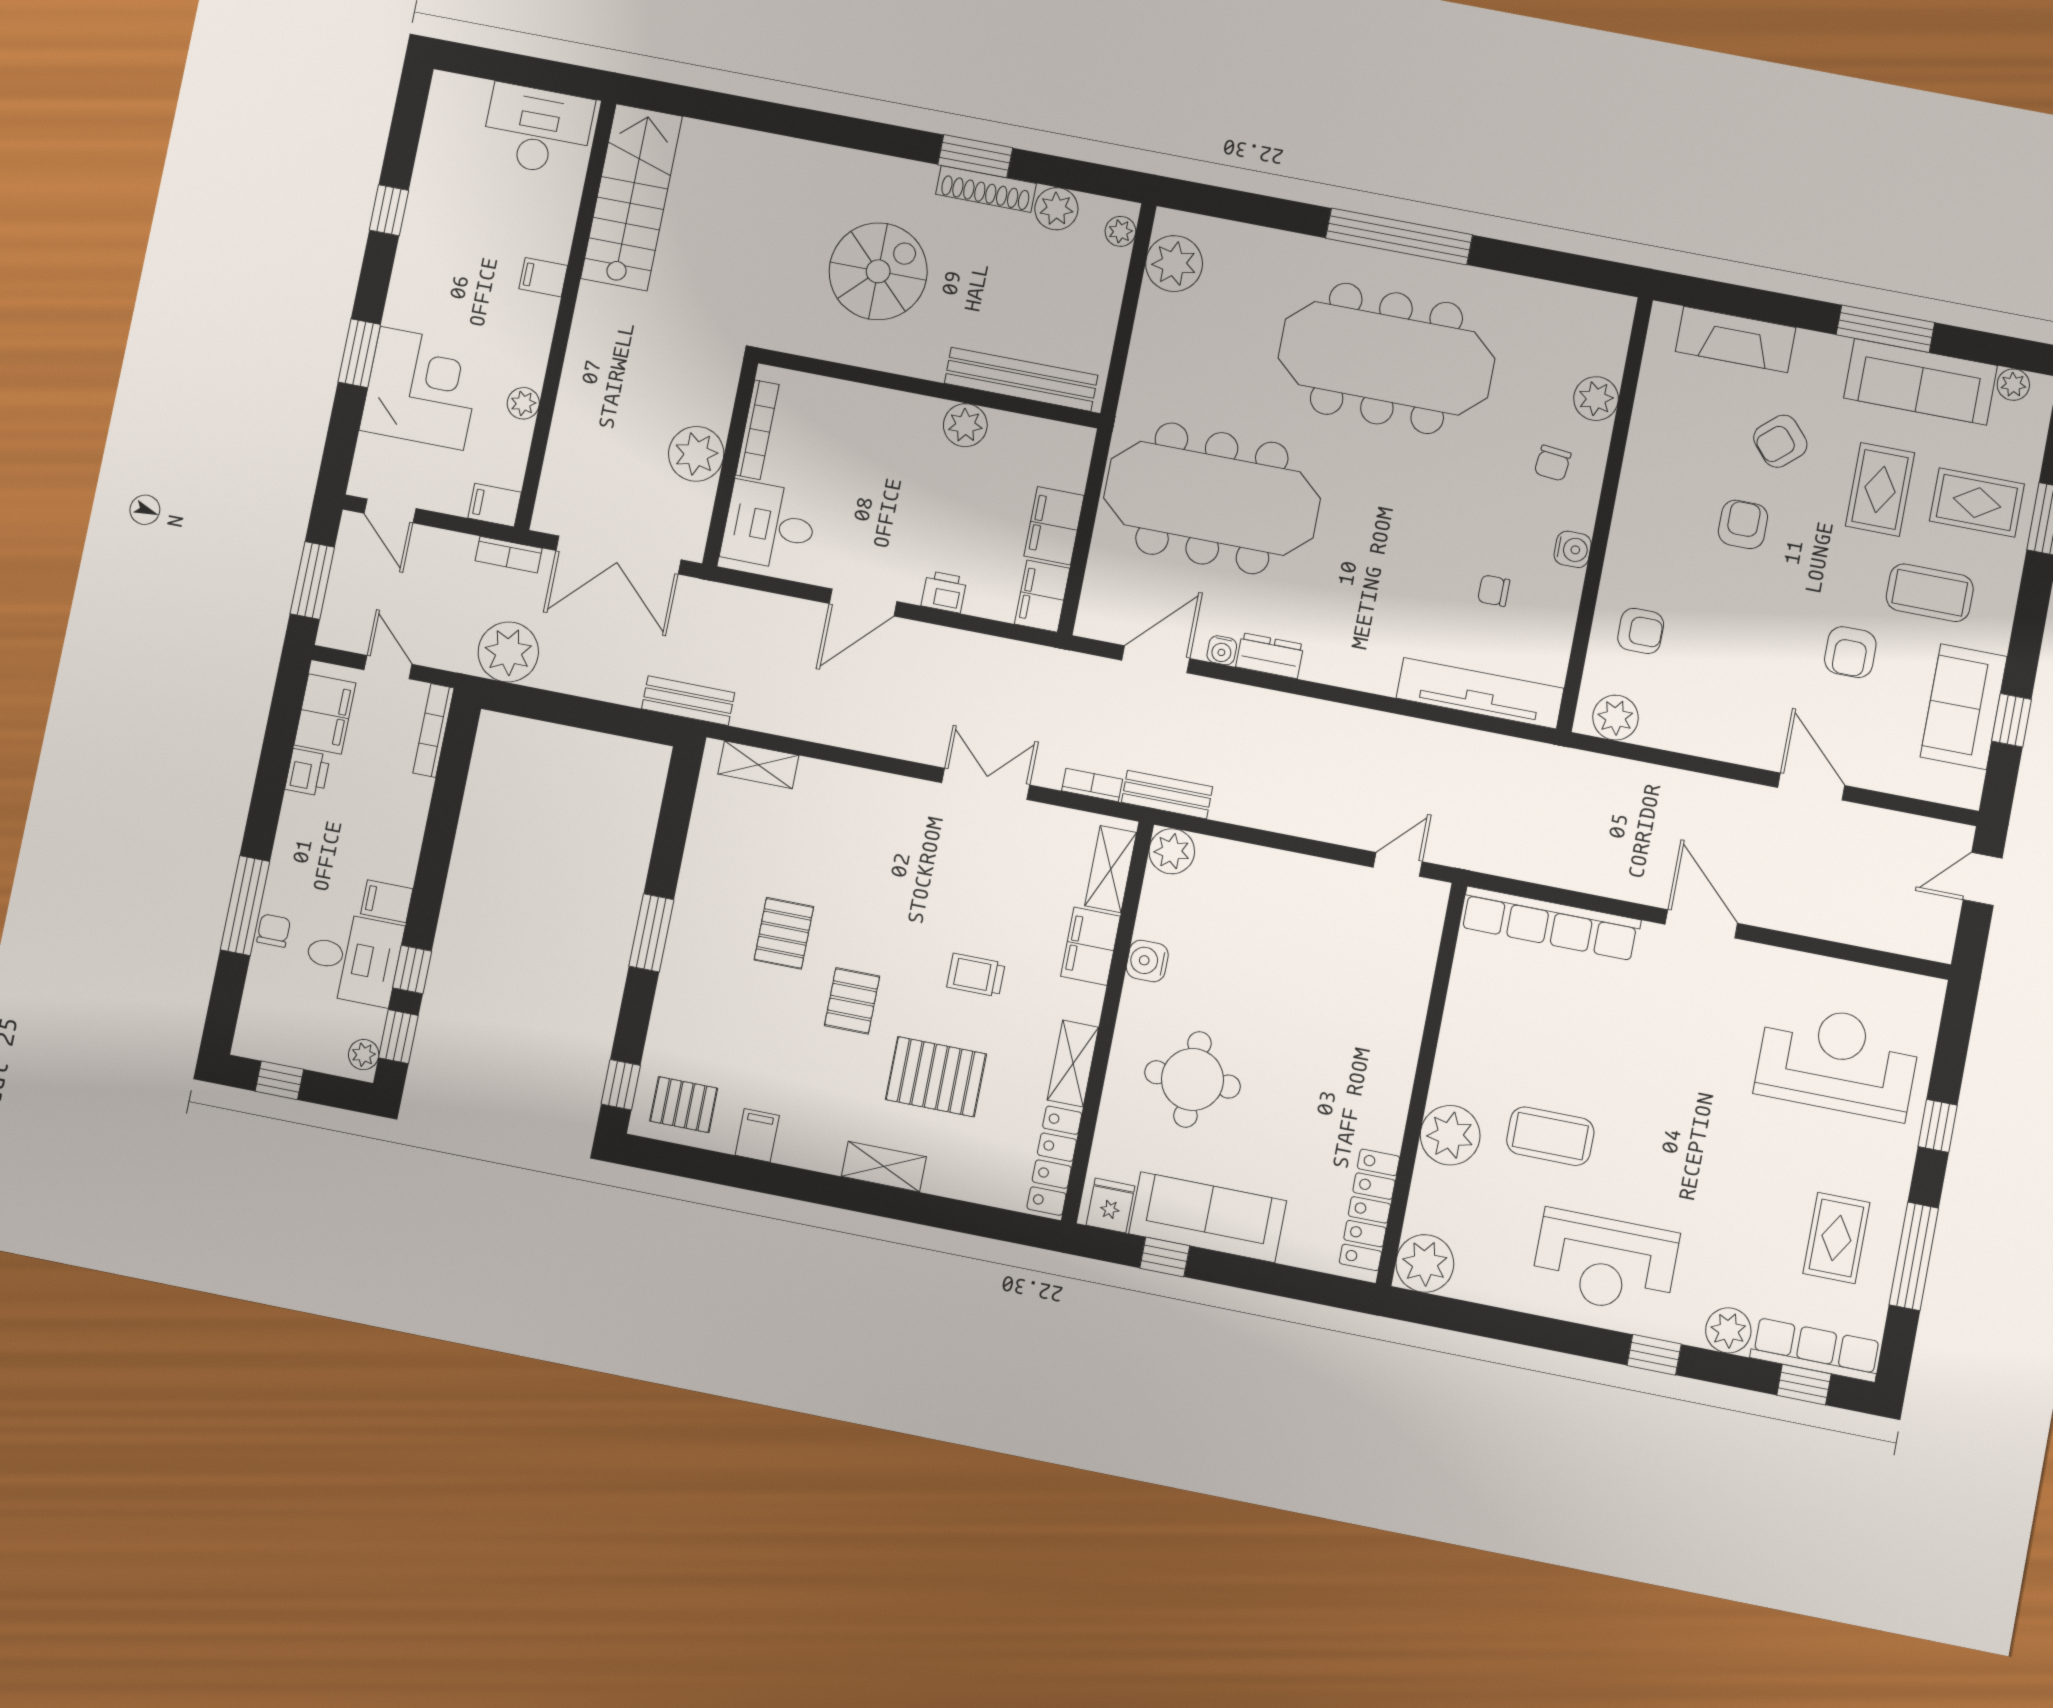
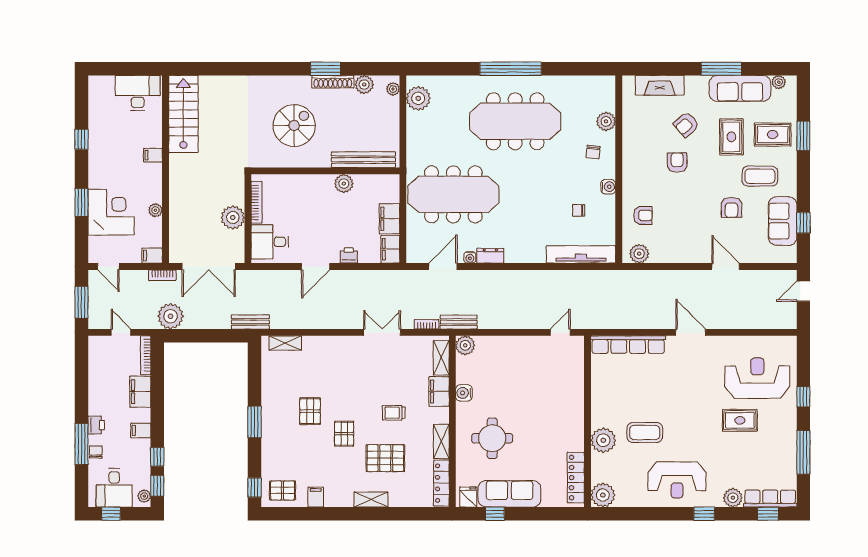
filing cabinet: (325, 714) -> (140, 392), moved, turned 180
printer: (308, 772) -> (96, 425), moved
desk: (353, 958) -> (114, 488), moved, turned 90
rug: (1836, 1238) -> (740, 420), moved, turned 90

